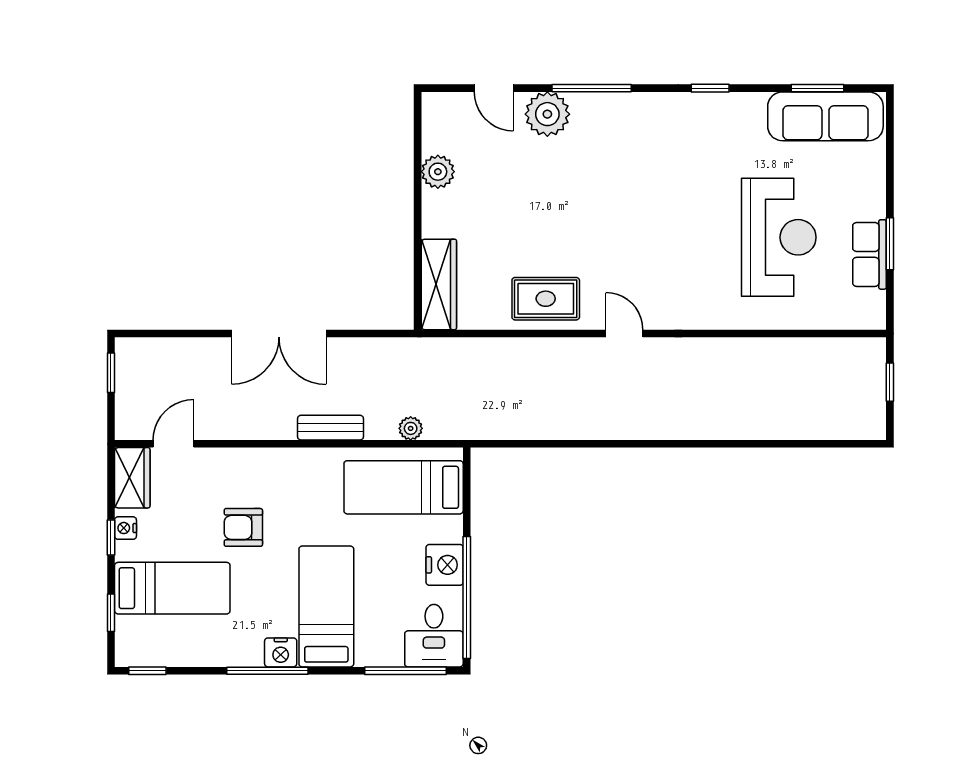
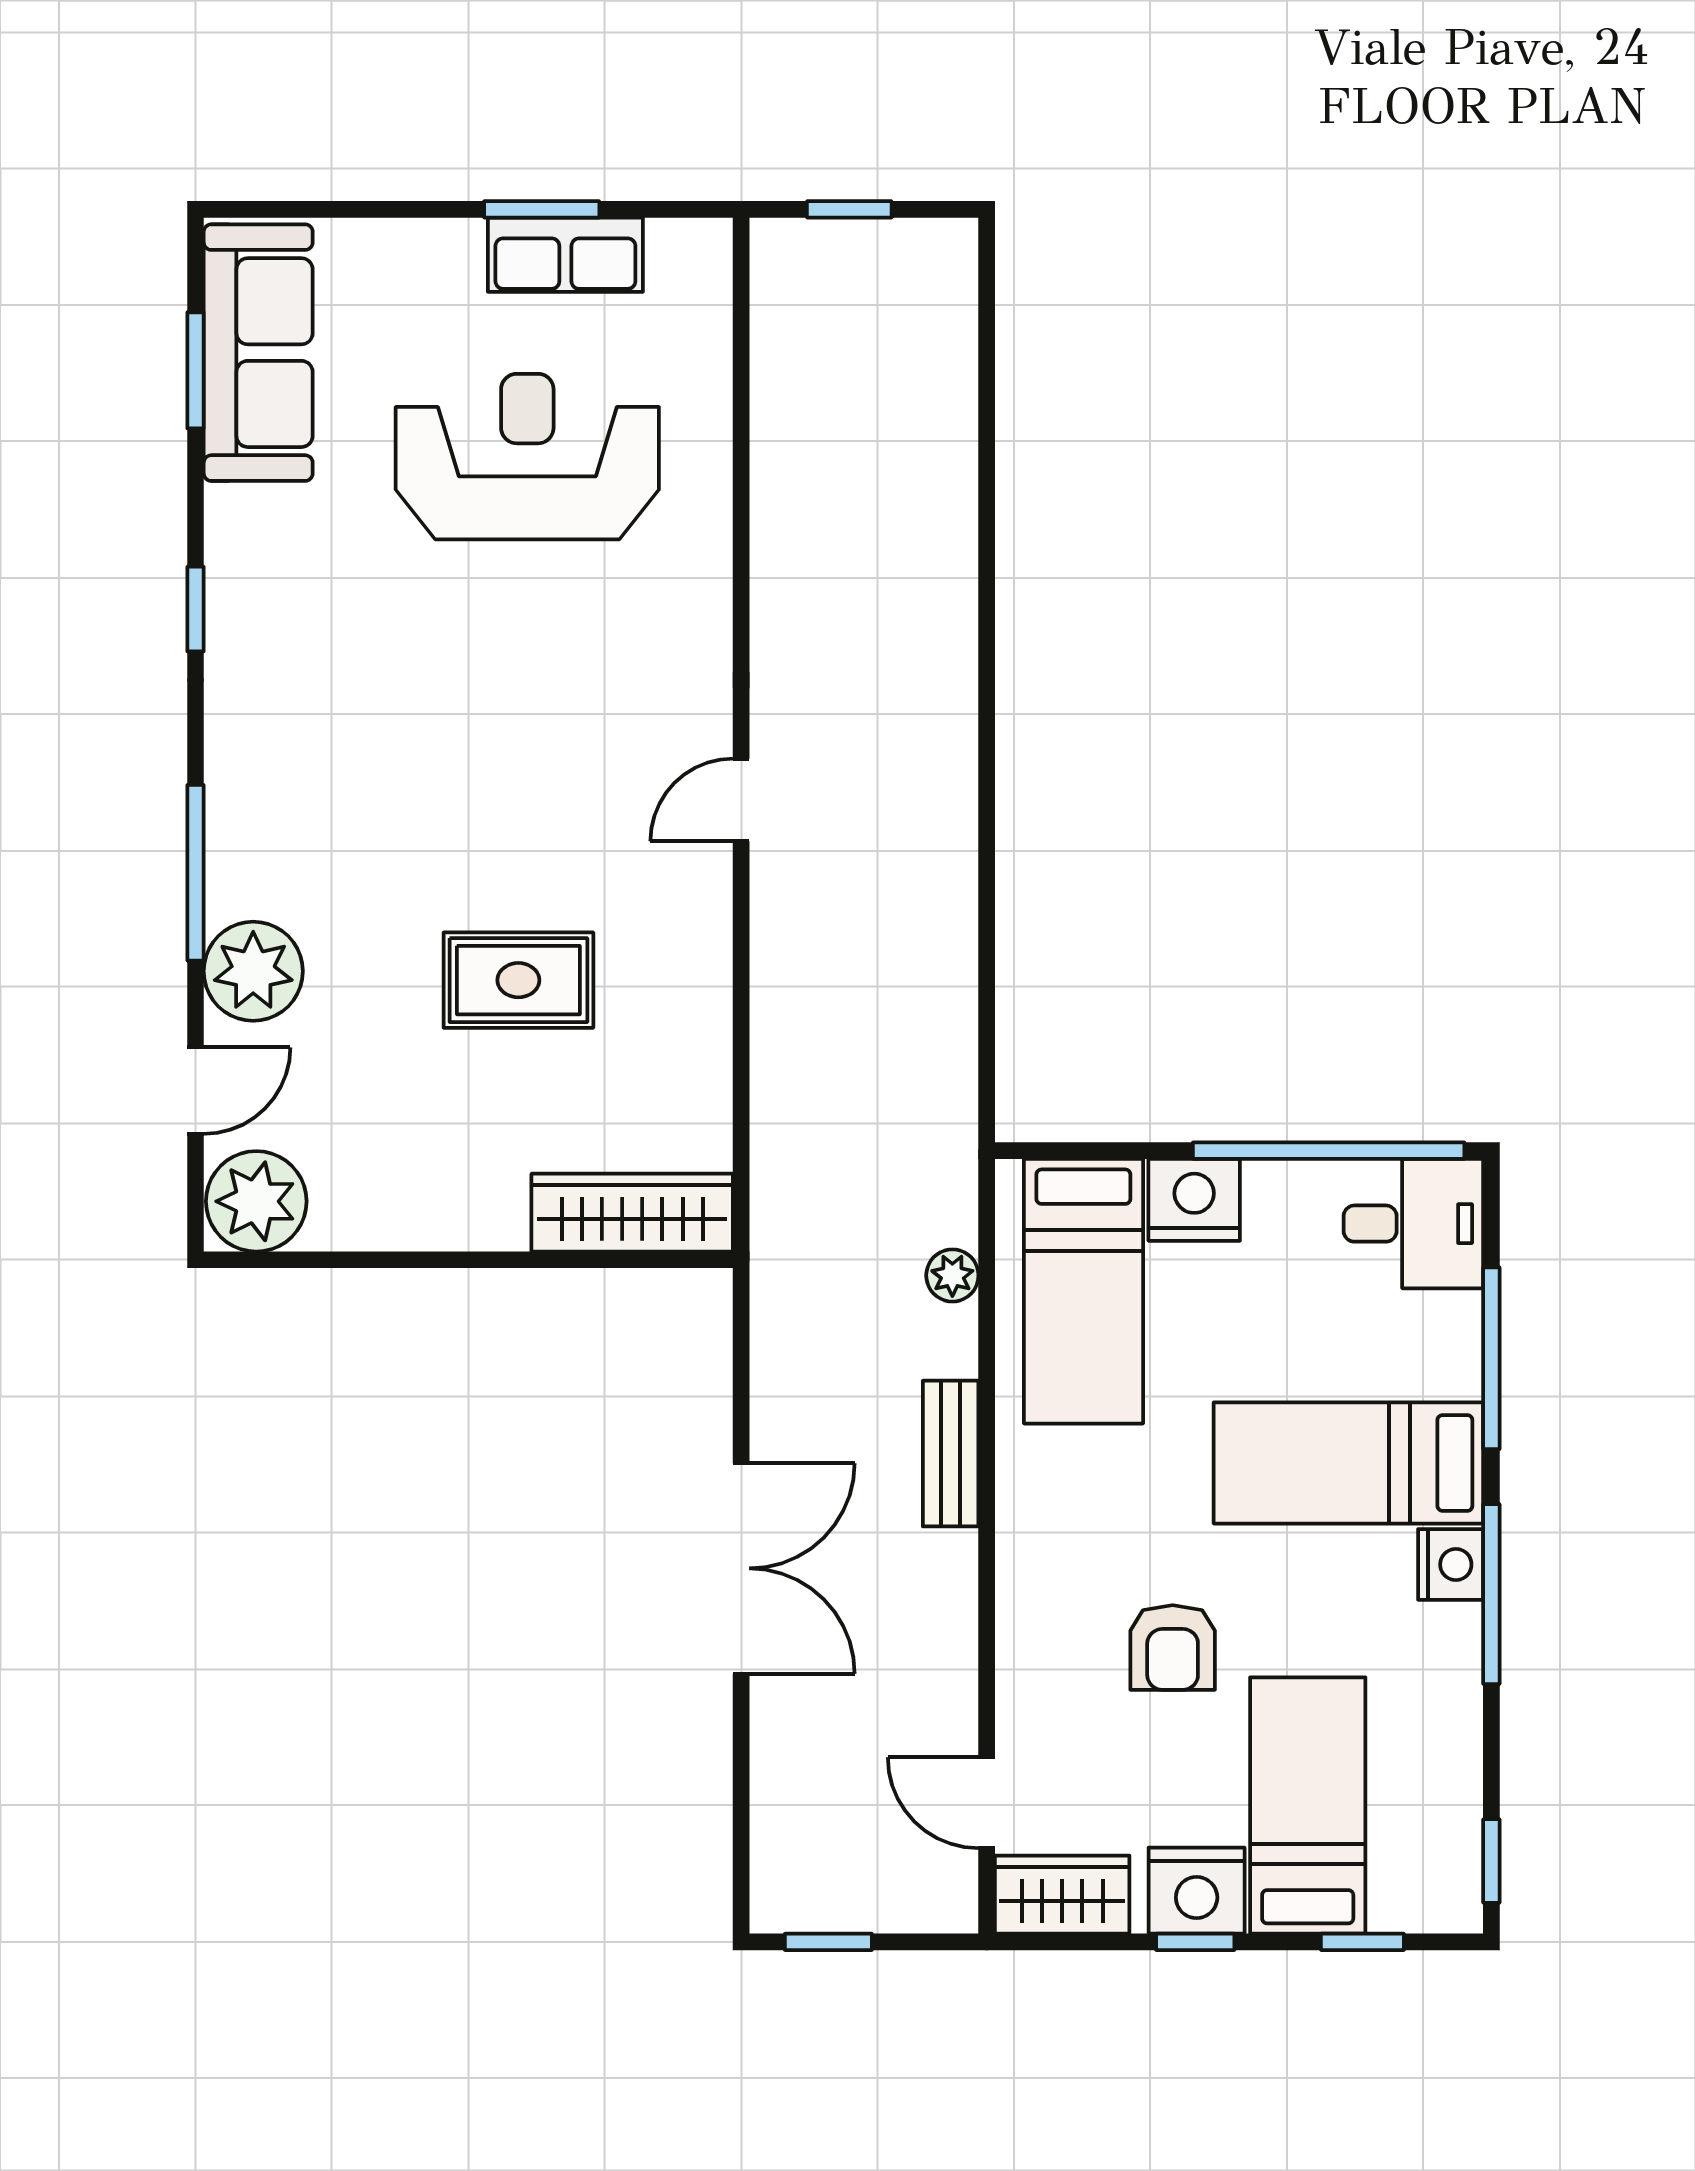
plant: (438, 172) -> (256, 1201), moved, width x1.36, depth x1.36
rug: (546, 299) -> (518, 980), moved, turned 90
nightstand: (125, 528) -> (1197, 1891), width x1.89, depth x1.79
nightstand: (445, 565) -> (1194, 1200), moved
window: (405, 671) -> (1491, 1358), moved

